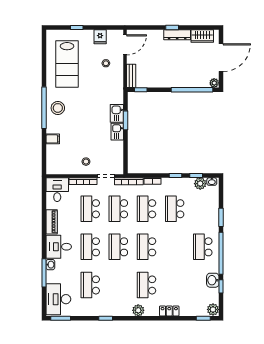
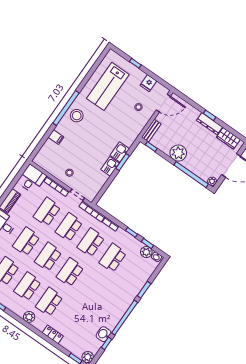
plant: (168, 79) -> (178, 153), added
school desk: (203, 247) -> (27, 286), moved

